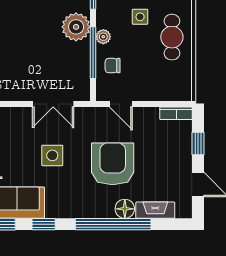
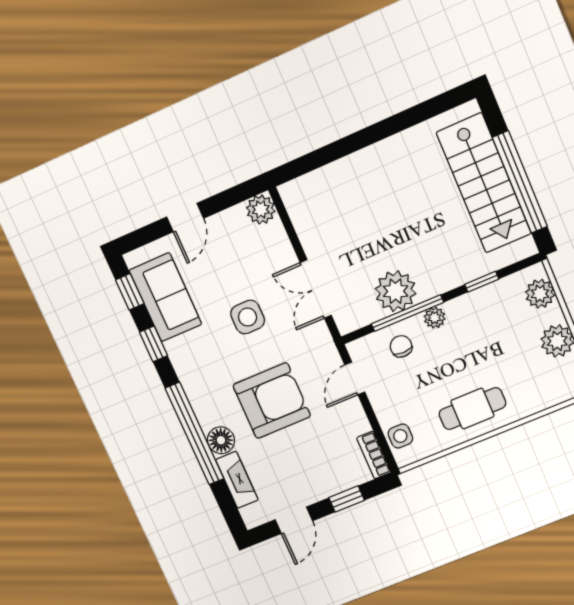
side table: (140, 17) -> (400, 436), moved
plant: (76, 27) -> (396, 291), moved

